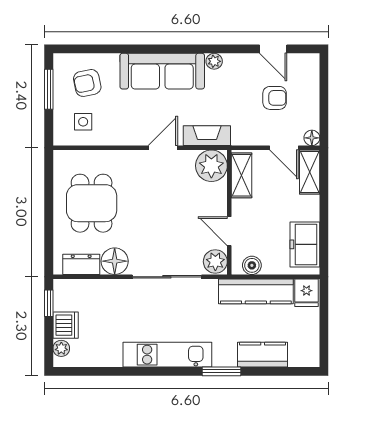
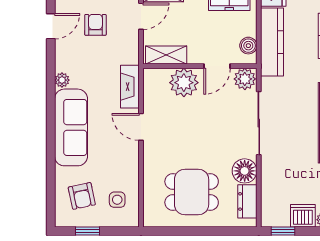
window: (49, 89) -> (88, 231), width x0.67
plant: (211, 166) -> (184, 83), moved

